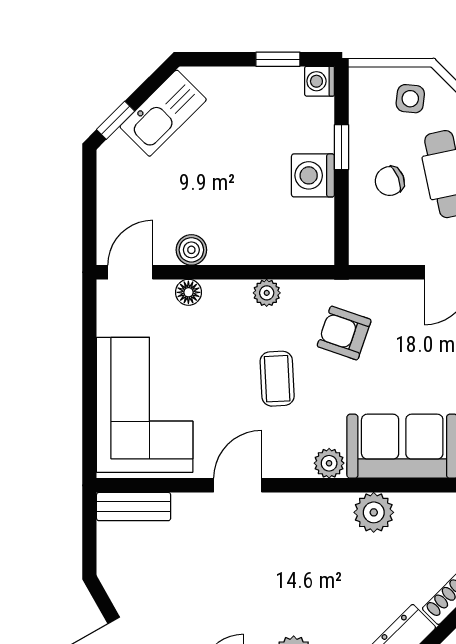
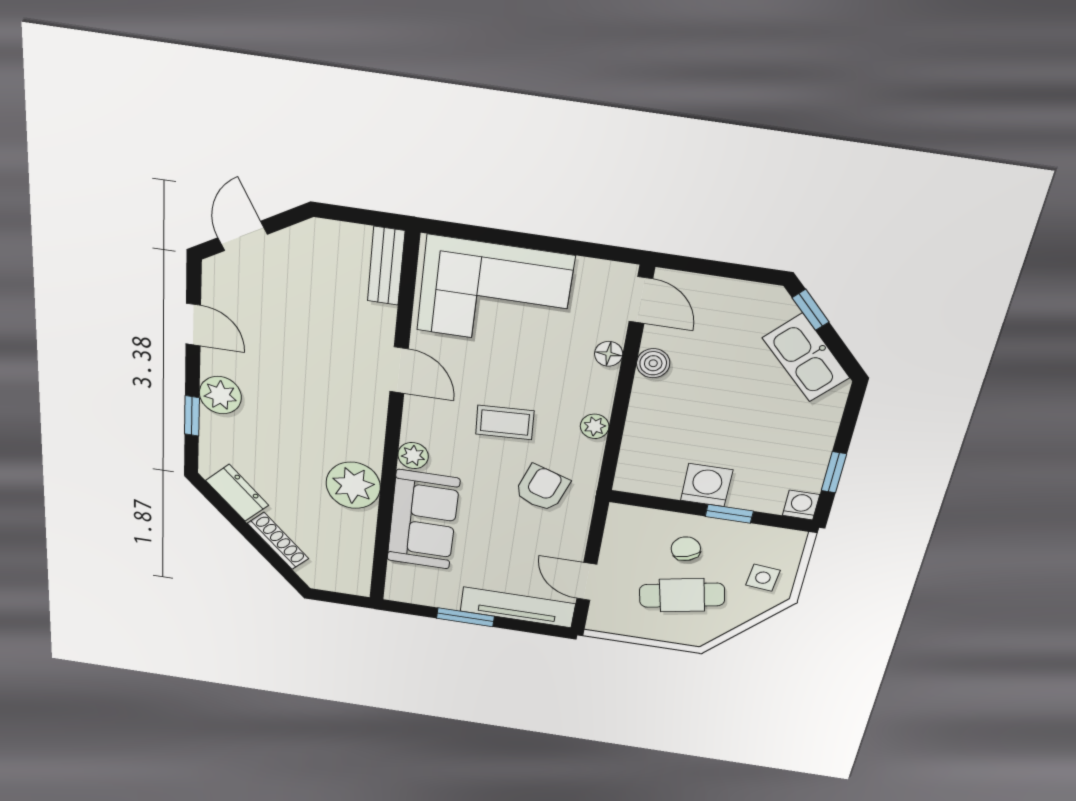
plant: (374, 512) -> (353, 485), width x1.36, depth x1.36

